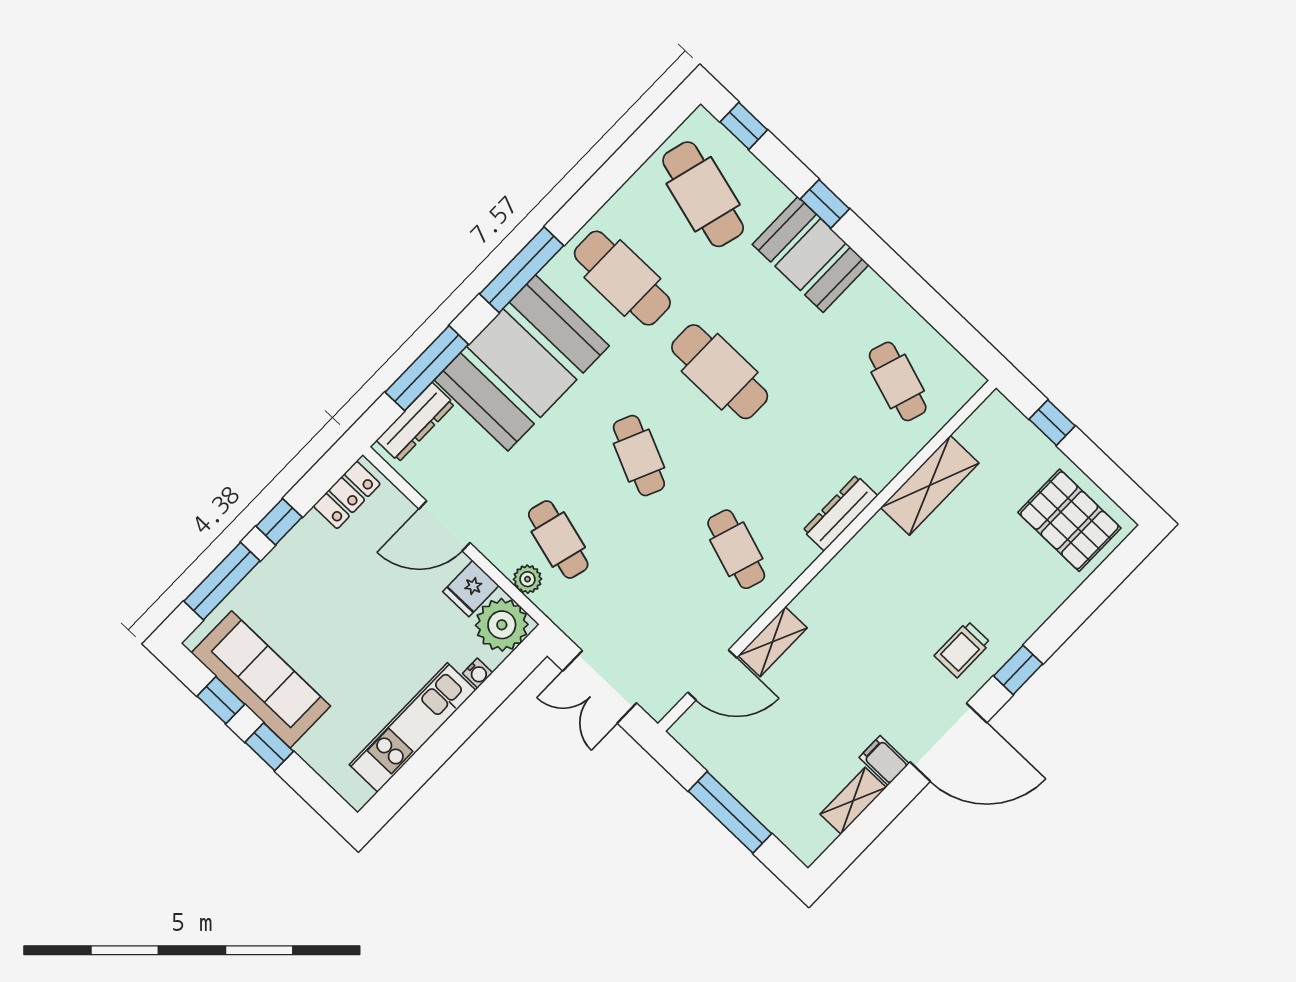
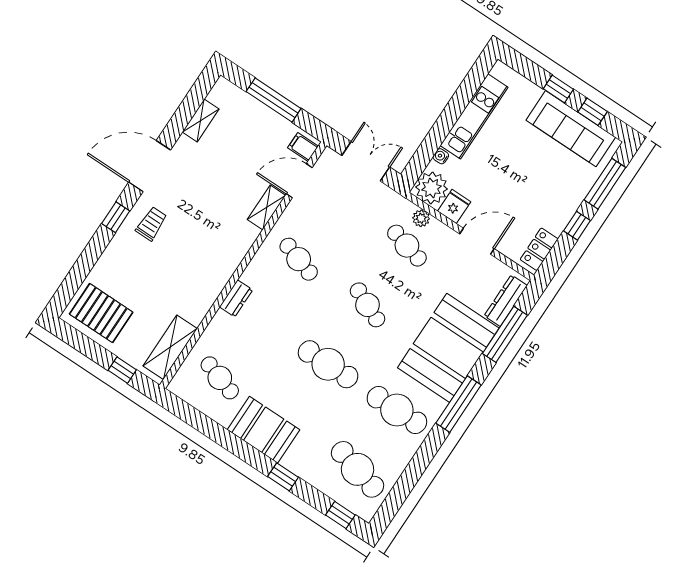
booth: (811, 255) -> (264, 430), moved
shelving: (930, 485) -> (170, 347), moved
dresser: (840, 513) -> (236, 298), width x0.70
filing cabinet: (884, 760) -> (303, 147), moved, turned 180

